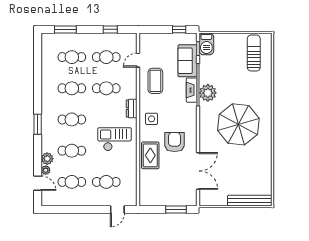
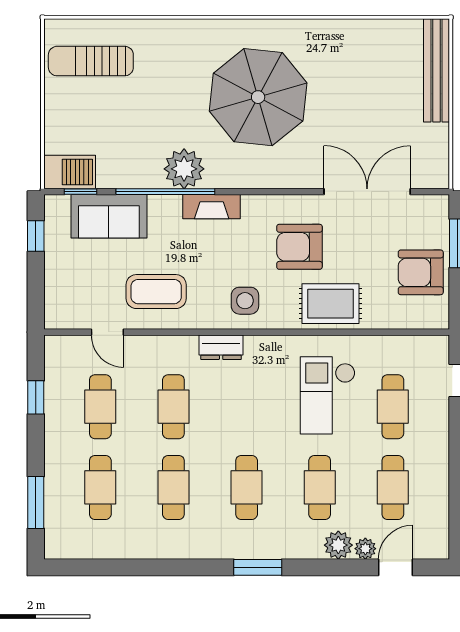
fireplace: (192, 90) -> (212, 207), moved
checkout: (115, 139) -> (328, 395), moved
armchair: (164, 194) -> (421, 272), added

